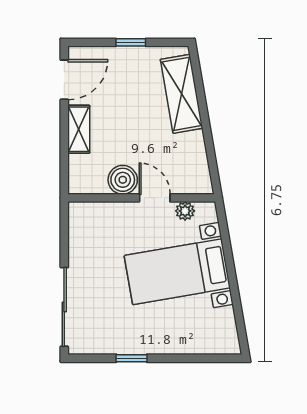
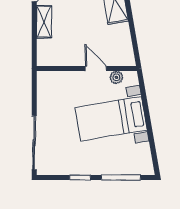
boiler: (123, 180) -> (74, 56), removed
window: (192, 358) -> (121, 177), added

